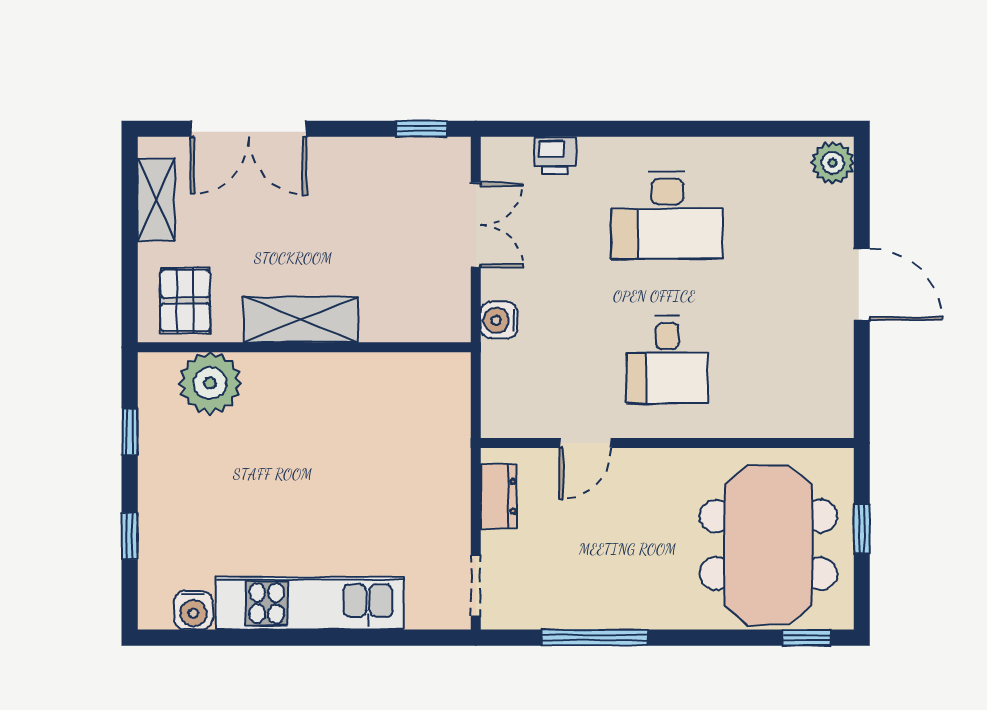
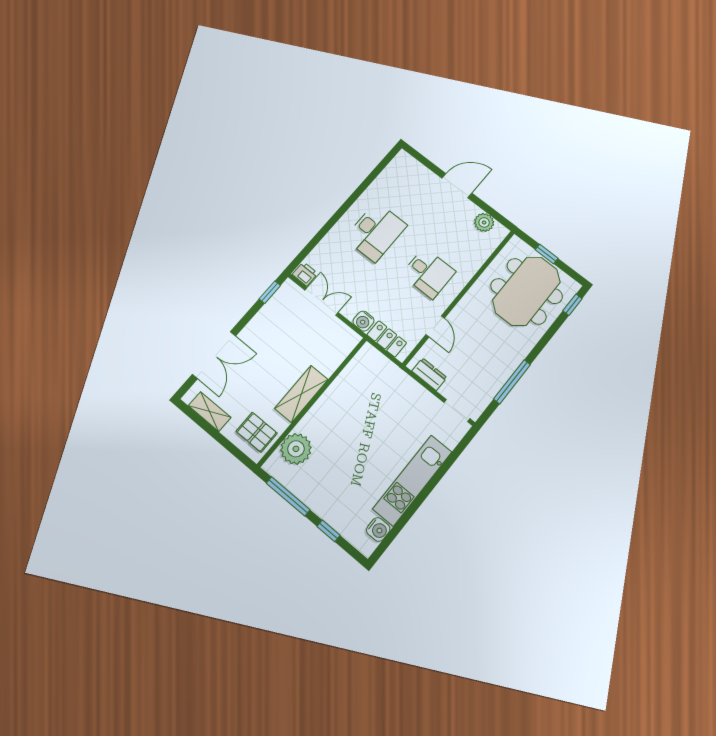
printer: (555, 155) -> (305, 274), moved, turned -90
plant: (833, 163) -> (484, 222), moved
locker: (501, 382) -> (387, 339), added
window: (130, 432) -> (288, 496), width x2.17
meeting table: (768, 545) -> (527, 291), turned 90

